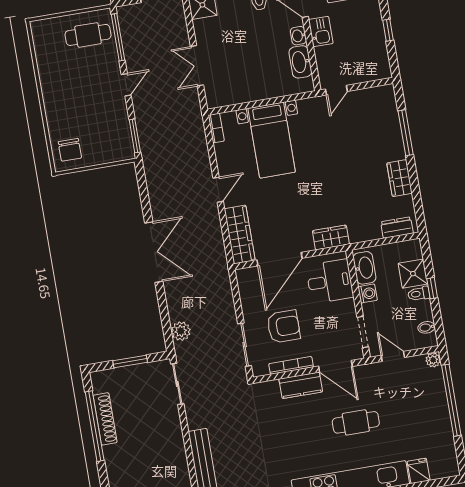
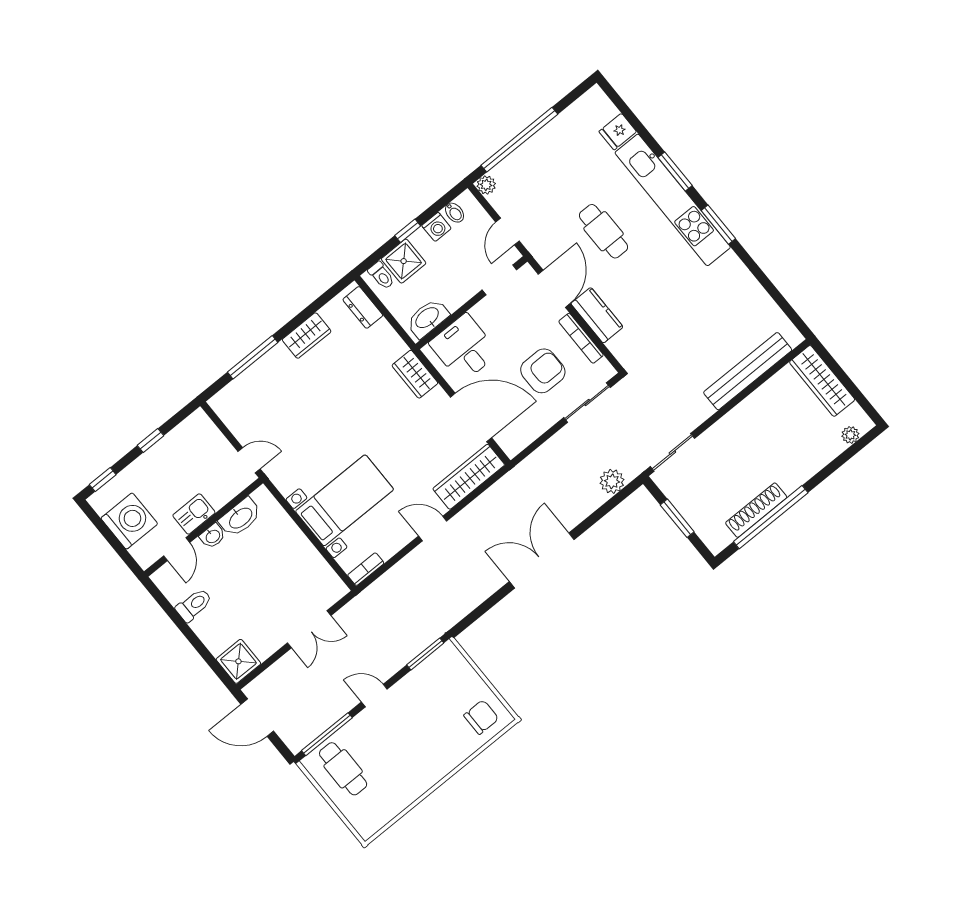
washing machine: (368, 293) -> (437, 227), moved, turned 180
toilet: (419, 294) -> (381, 275), moved
armchair: (283, 327) -> (543, 371), turned 90

